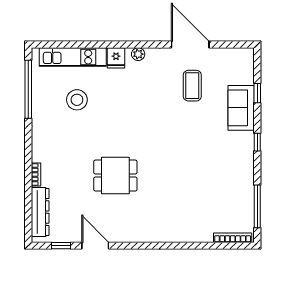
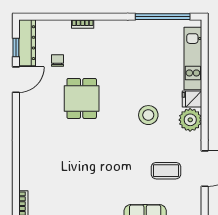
plant: (138, 54) -> (190, 120), width x1.87, depth x1.87
stool: (77, 100) -> (148, 115), moved
chair: (75, 201) -> (57, 60), added
dresser: (40, 212) -> (27, 43), moved, turned -90

